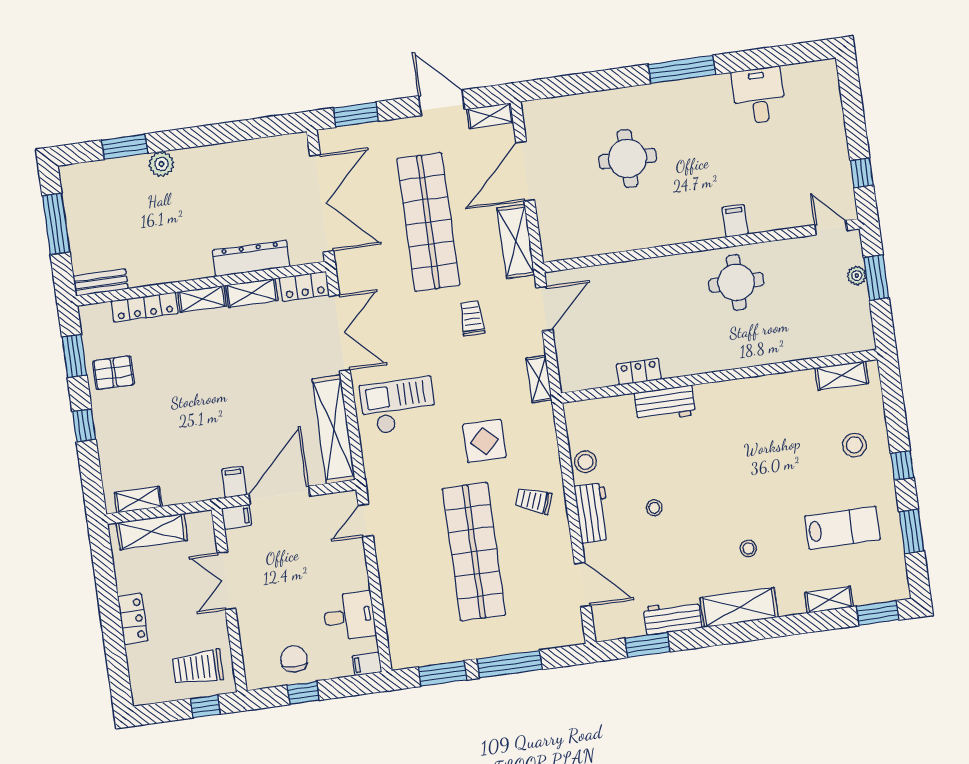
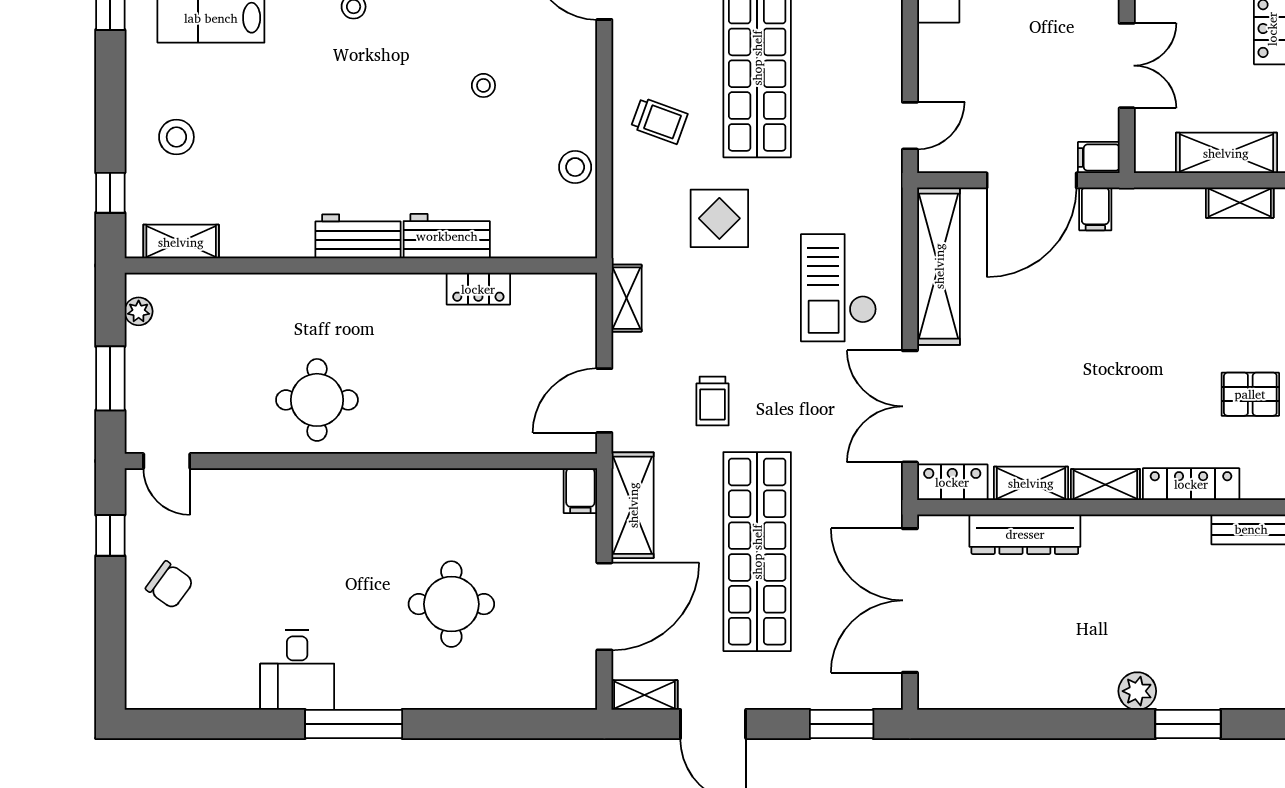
desk: (759, 95) -> (297, 670), moved
chair: (818, 145) -> (170, 585), added
filing cabinet: (735, 221) -> (580, 491), moved
plant: (857, 276) -> (139, 311), moved
checkout: (398, 406) -> (839, 288), turned 90
window: (902, 465) -> (110, 193), moved
workbench: (593, 513) -> (358, 236), moved, turned 90

